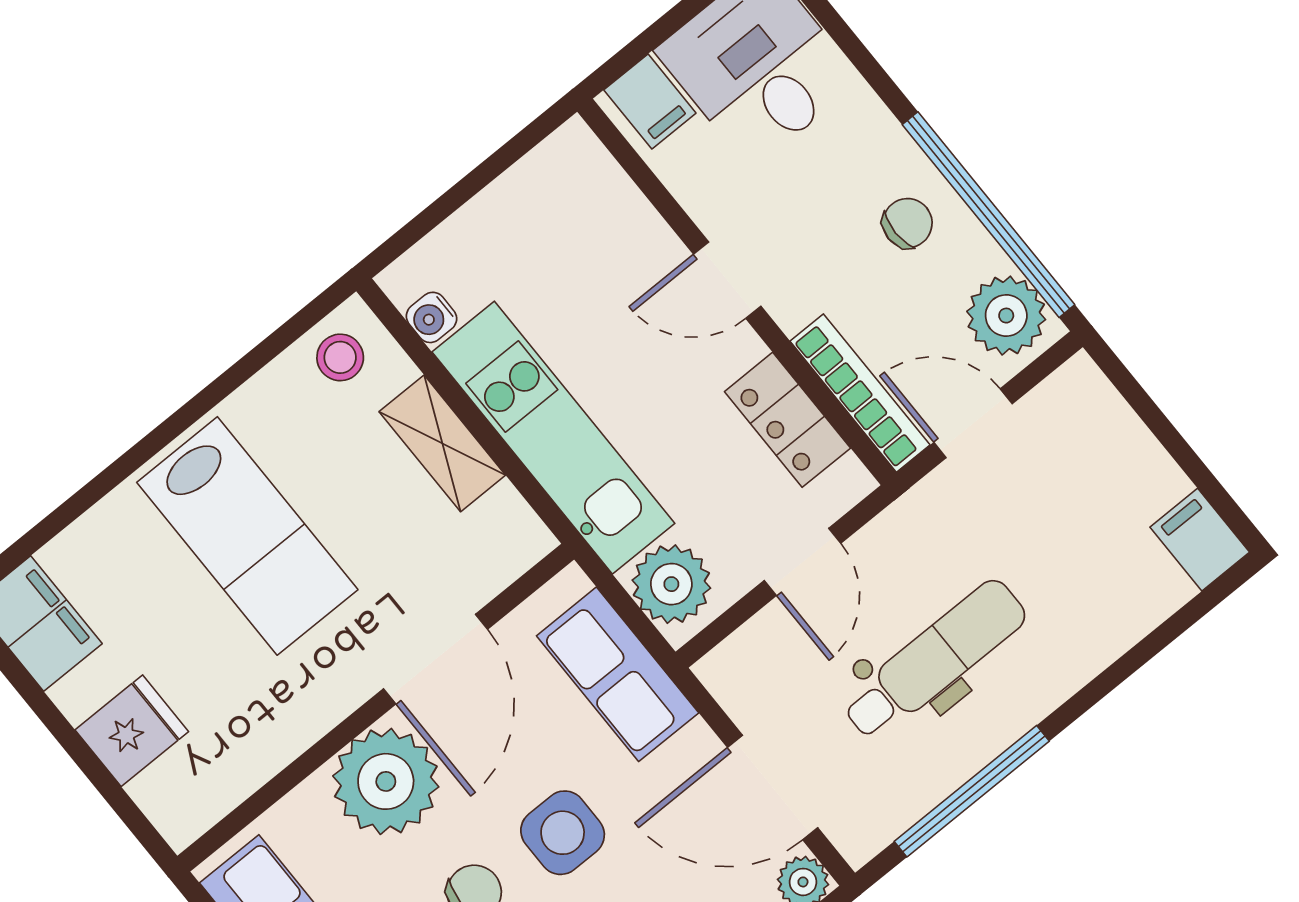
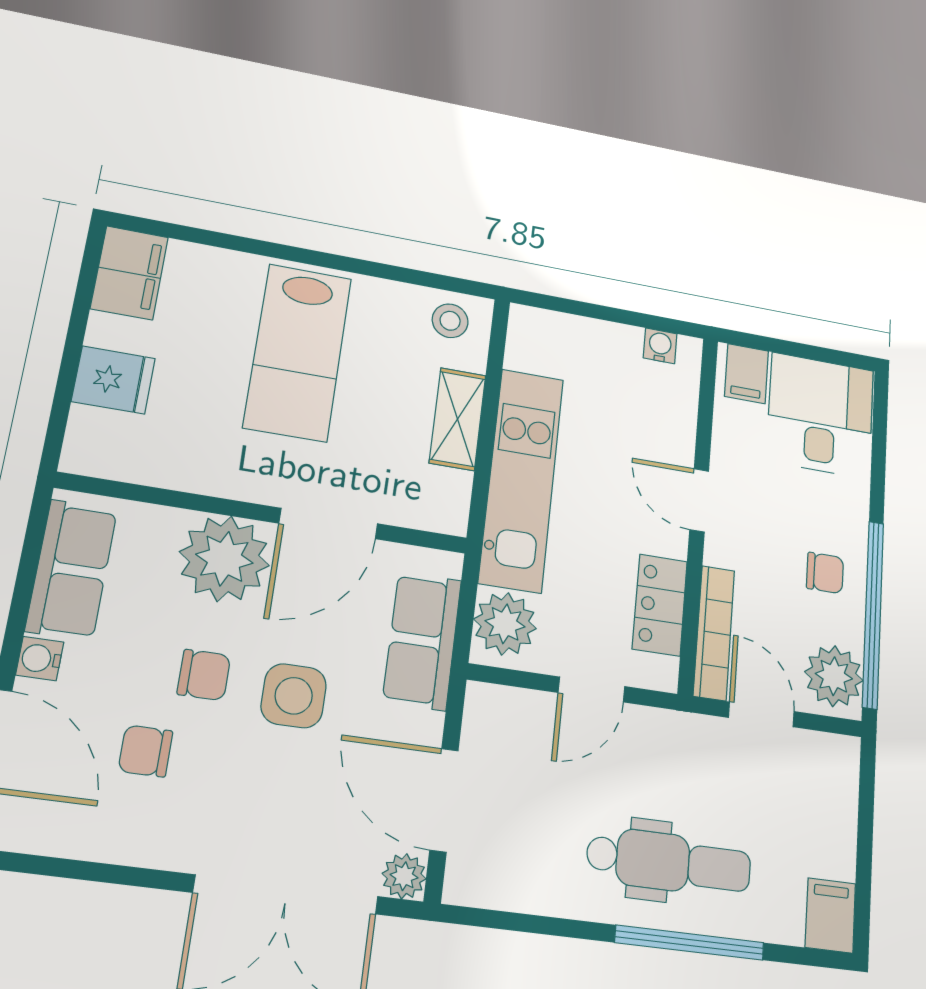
water cooler: (431, 317) -> (660, 346), moved, turned 90
dental chair: (934, 660) -> (669, 862), moved
window: (972, 791) -> (690, 943), moved

